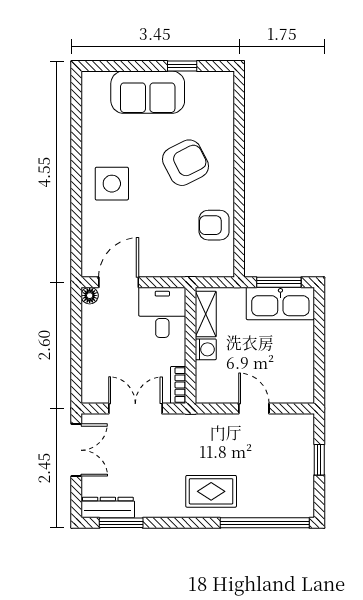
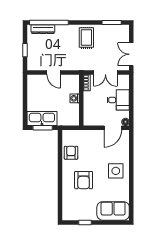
sofa: (148, 92) -> (113, 211), moved
armchair: (185, 163) -> (84, 180), turned -63
armchair: (214, 225) -> (71, 153), turned -90
desk: (162, 312) -> (118, 100), moved, turned -90
shelving: (206, 314) -> (75, 114), removed
rug: (211, 491) -> (86, 38), moved, turned 90
dresser: (108, 507) -> (43, 29), moved

